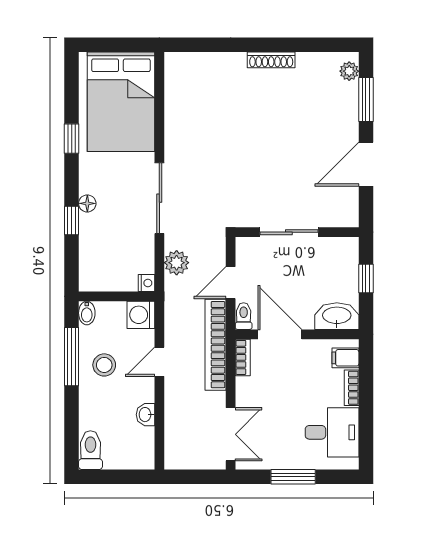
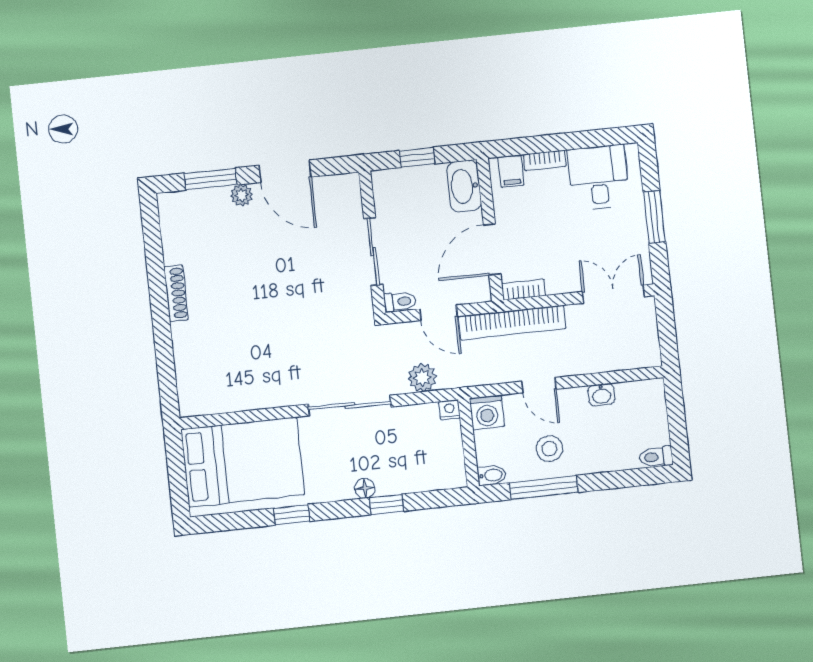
plant: (349, 71) -> (242, 195), moved
toilet: (244, 316) -> (400, 302), moved, turned 180
toilet: (90, 450) -> (656, 457), width x0.73, depth x0.72

